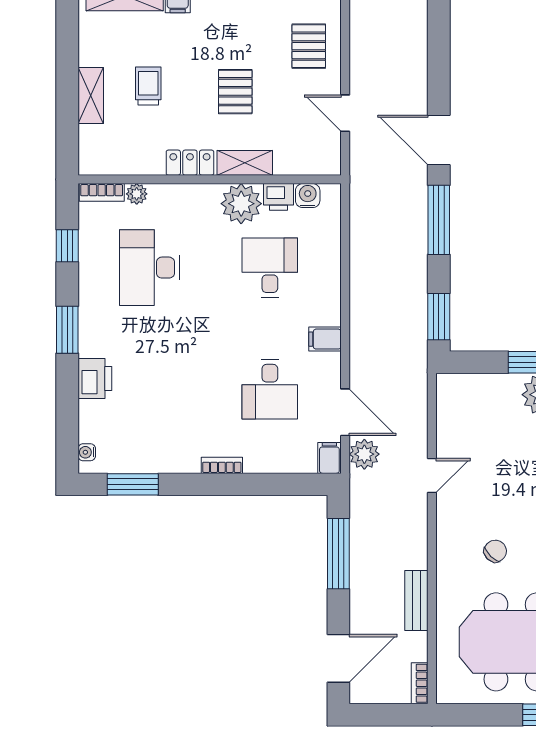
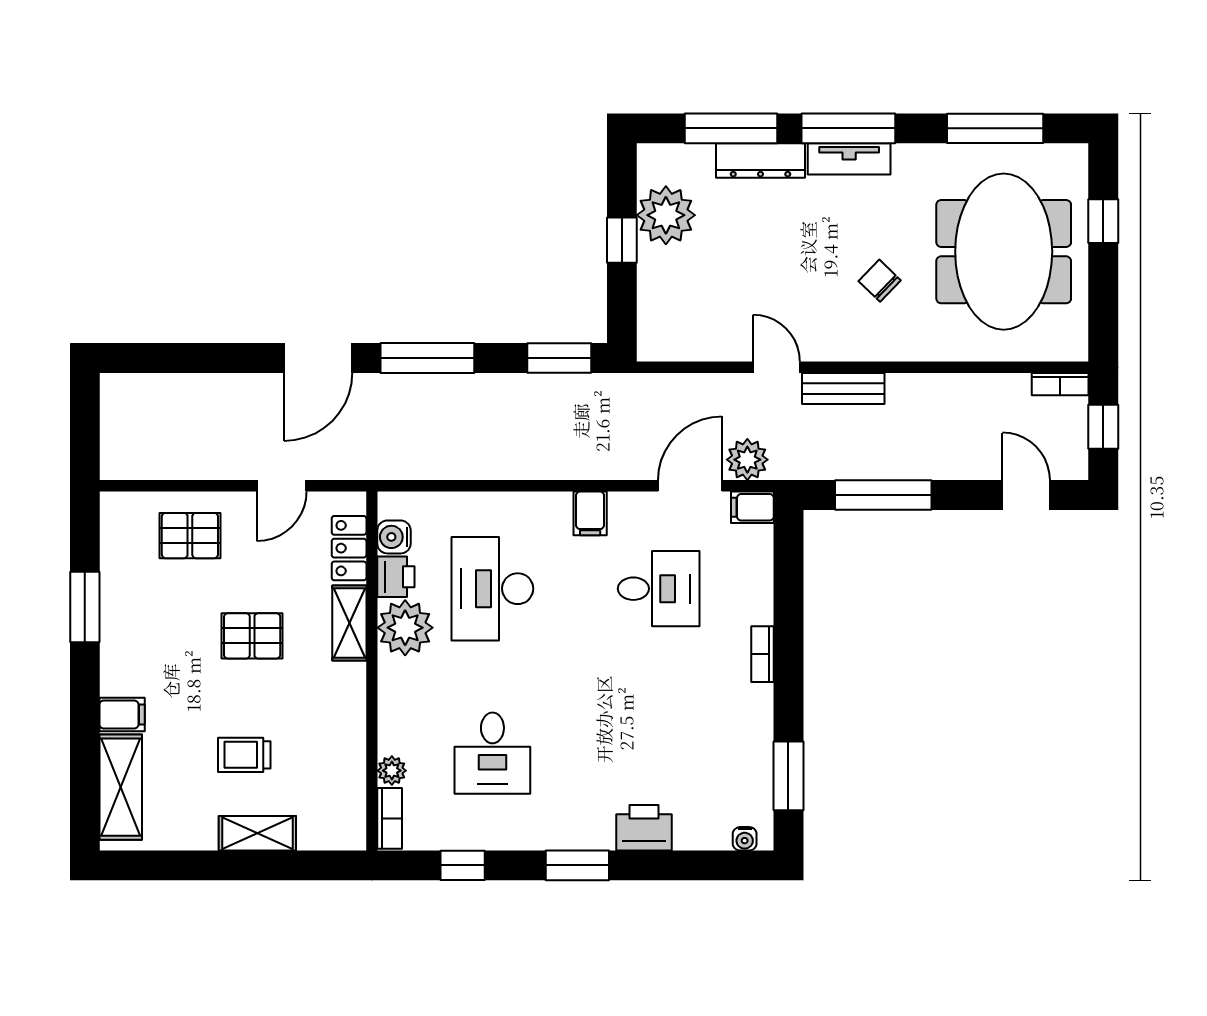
locker: (190, 163) -> (349, 548), moved
desk: (149, 268) -> (492, 753), width x0.73
desk: (270, 268) -> (492, 589), width x1.37
bench: (416, 600) -> (843, 389), moved
door: (338, 658) -> (1026, 495), width x0.73
window: (388, 715) -> (1103, 427), added

